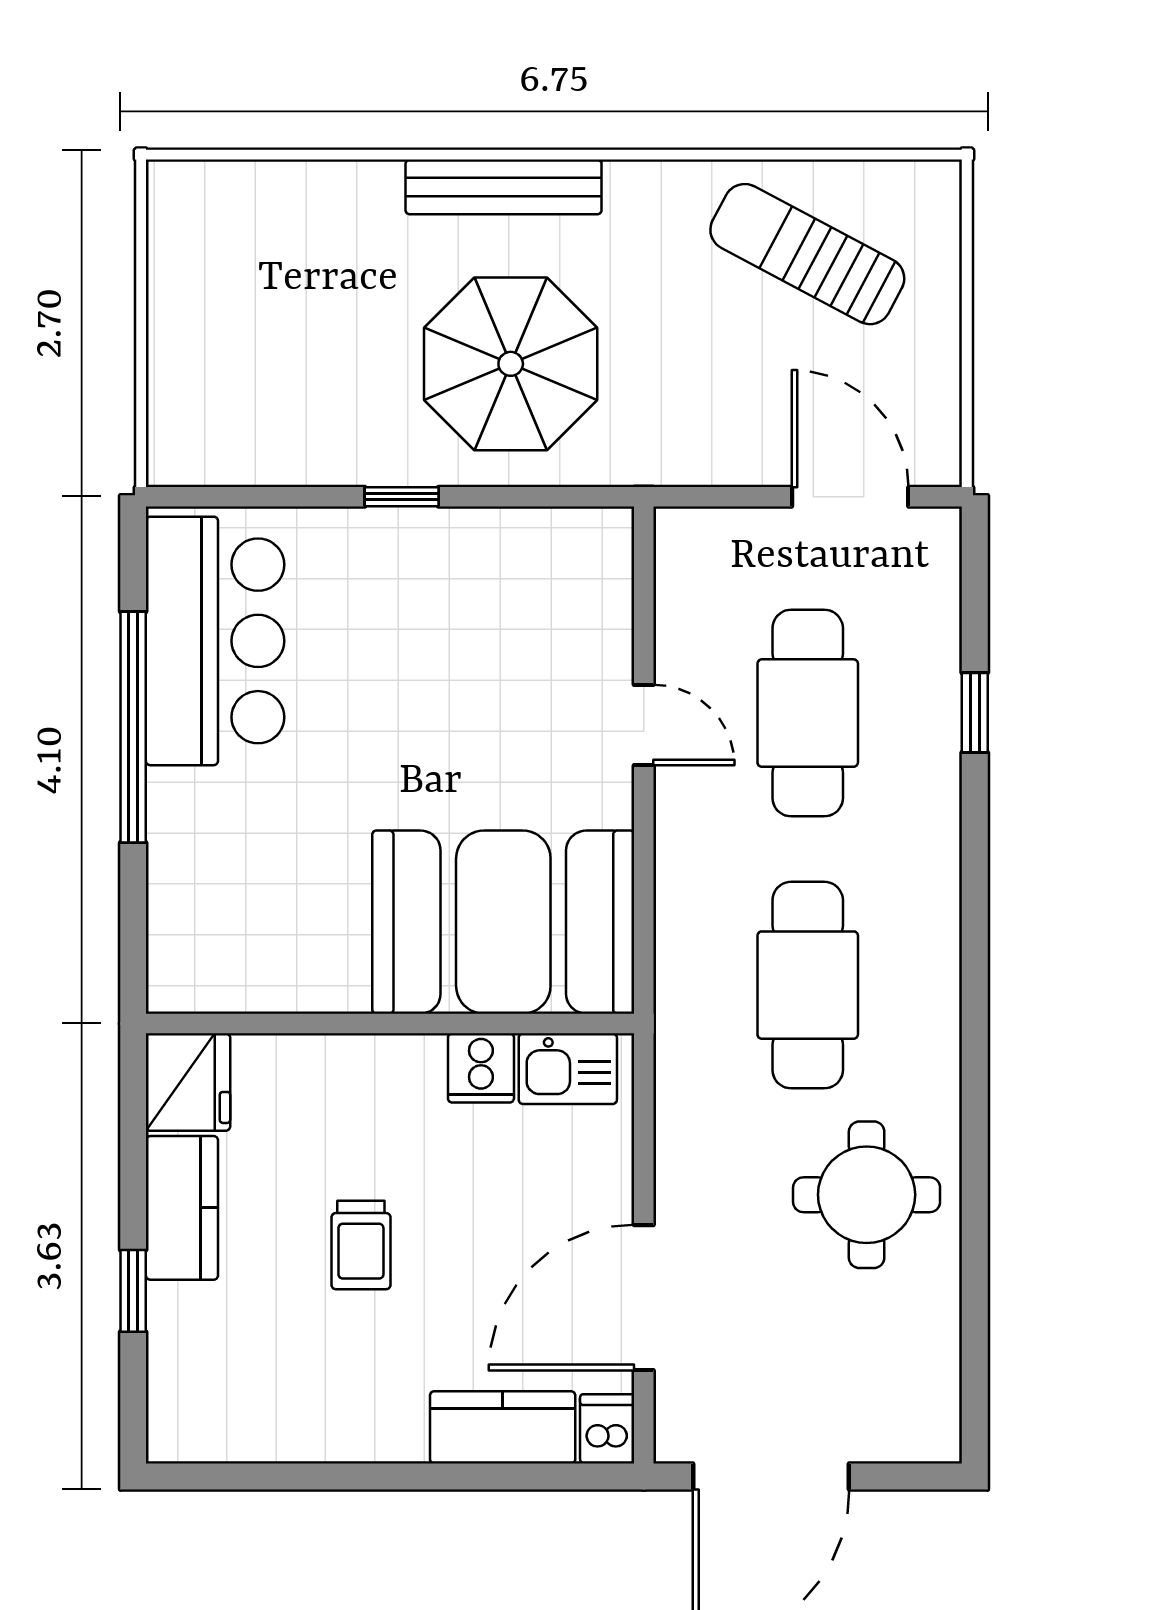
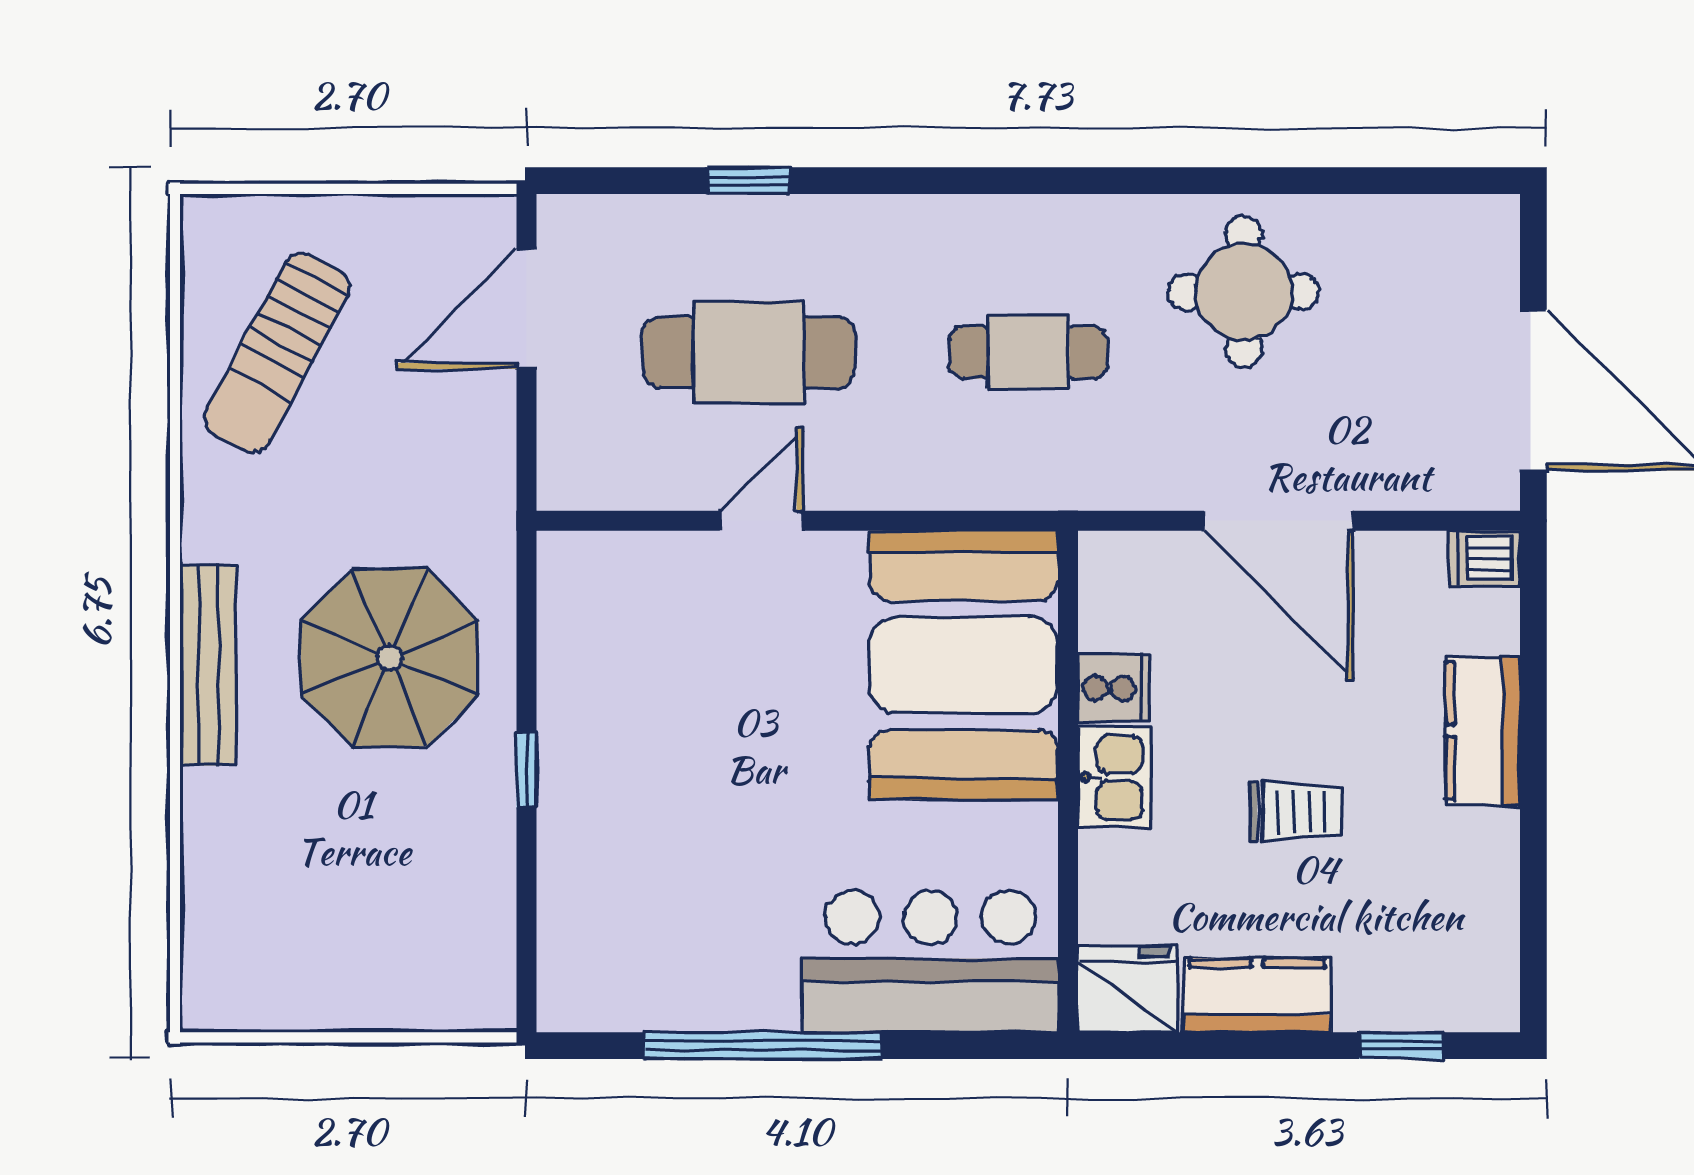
bar counter: (215, 641) -> (930, 961), moved
cafe table: (808, 985) -> (1028, 352), width x0.73, depth x0.74
kitchen sink: (568, 1069) -> (1114, 777), moved
window: (133, 1291) -> (1401, 1046), moved
door: (644, 1298) -> (1279, 521), moved
kitchen counter: (503, 1427) -> (1483, 731), moved

